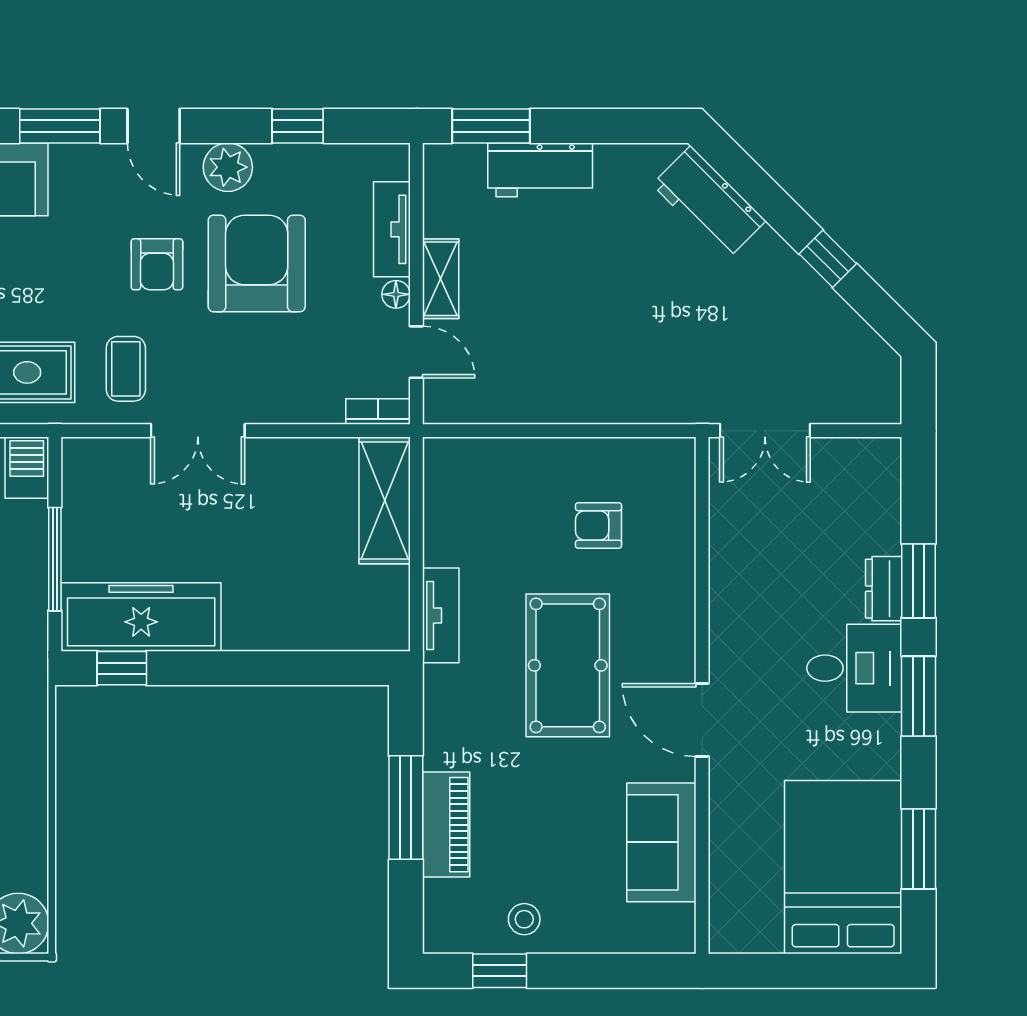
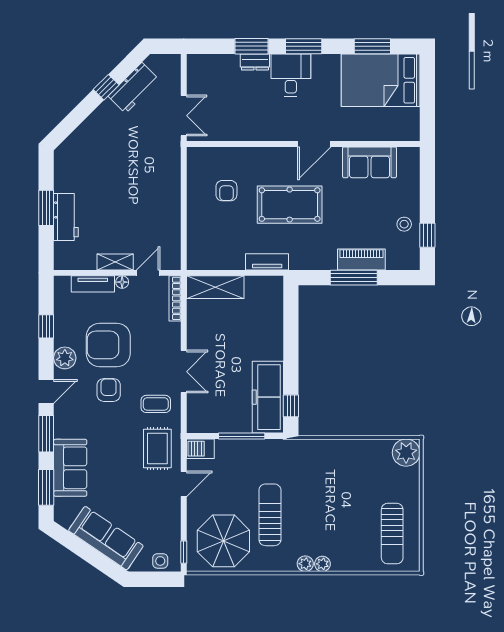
window: (491, 126) -> (46, 208), moved
workbench: (709, 203) -> (134, 88), moved
armchair: (157, 264) -> (109, 390), turned -90
bookcase: (378, 412) -> (175, 298), width x1.56

